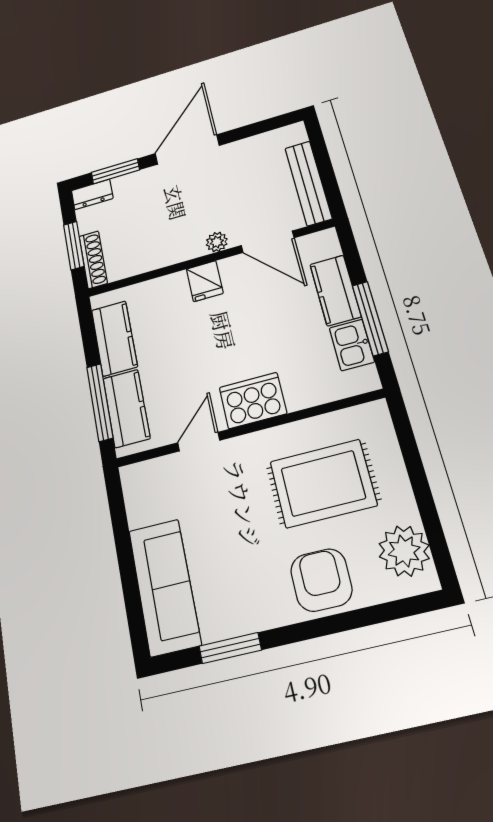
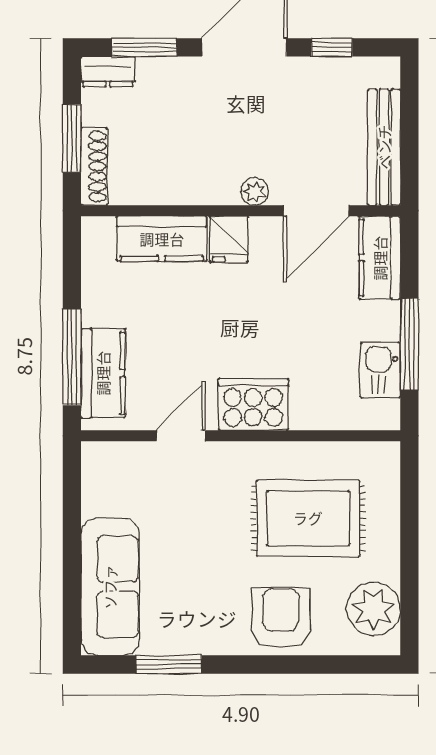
window: (251, 130) -> (332, 47), added
door: (268, 242) -> (316, 211), hinge flipped
kitchen counter: (335, 290) -> (380, 258), moved
kitchen counter: (114, 338) -> (162, 239), moved, turned 90

